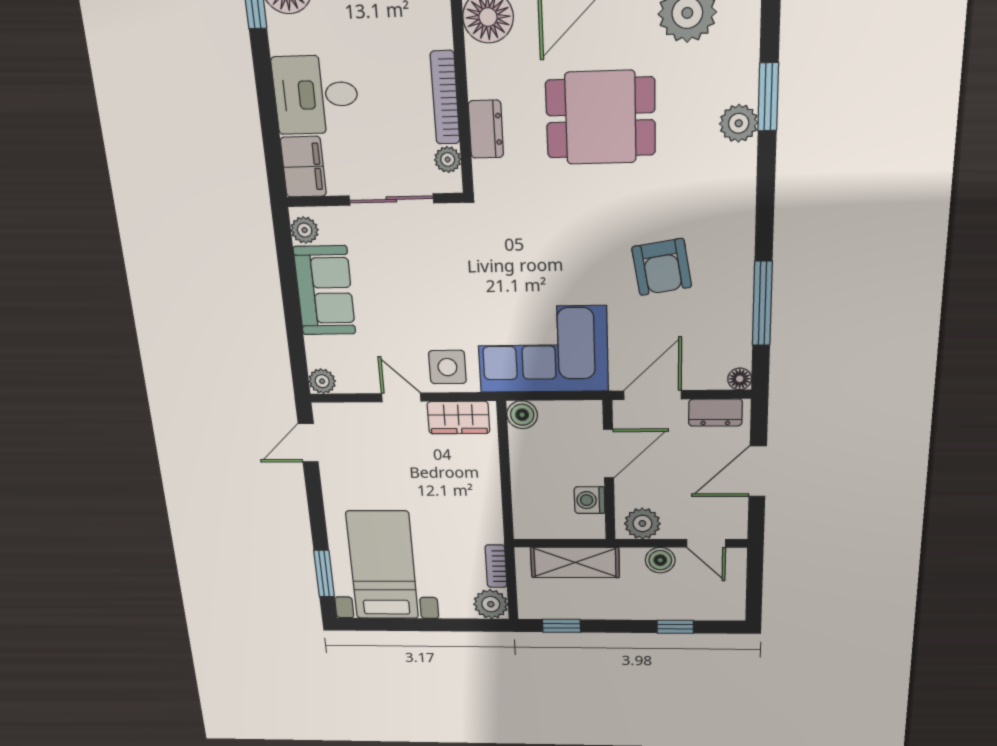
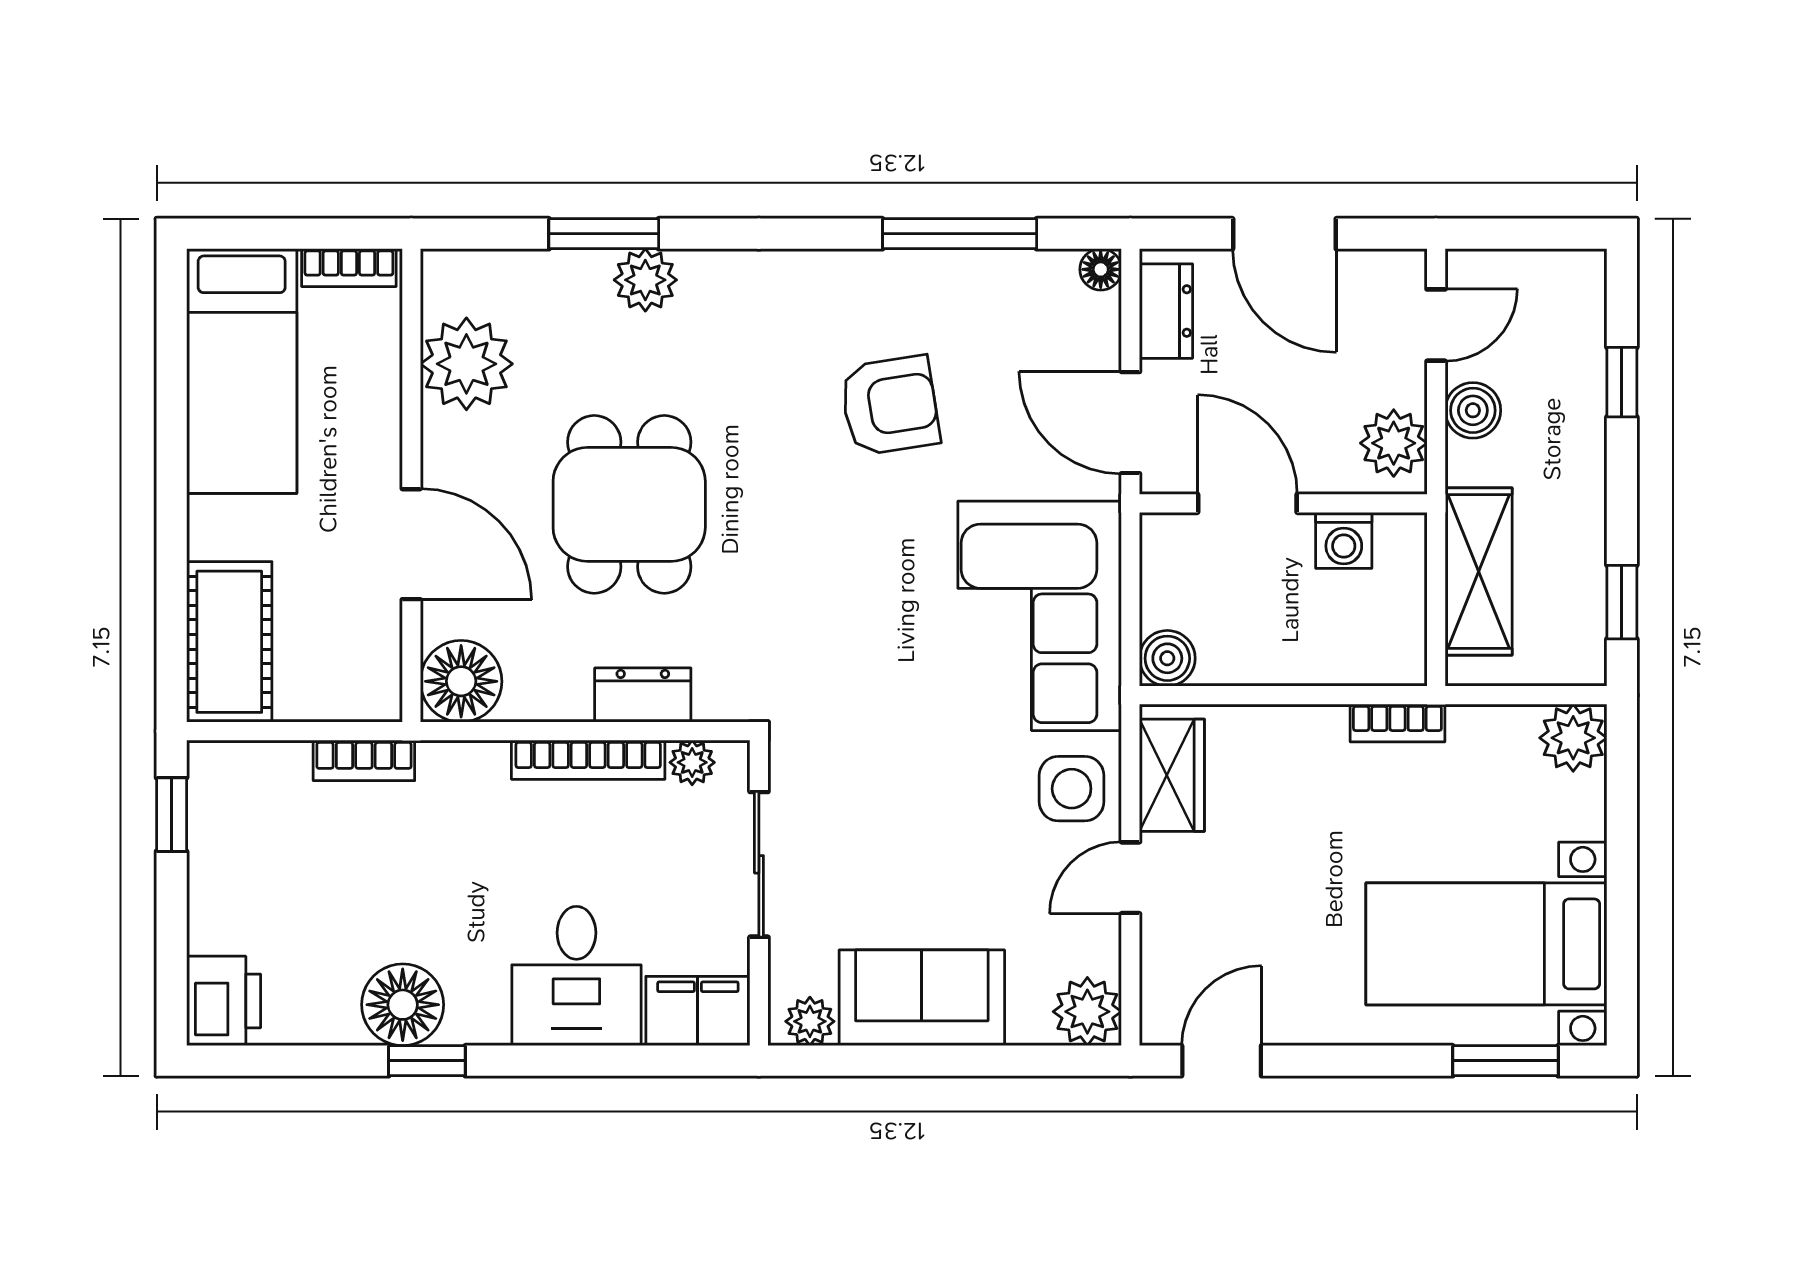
plant: (322, 381) -> (1087, 1012), width x1.38, depth x1.38
door: (308, 443) -> (1222, 1061), swing flipped
bookcase: (496, 566) -> (1397, 723), moved

